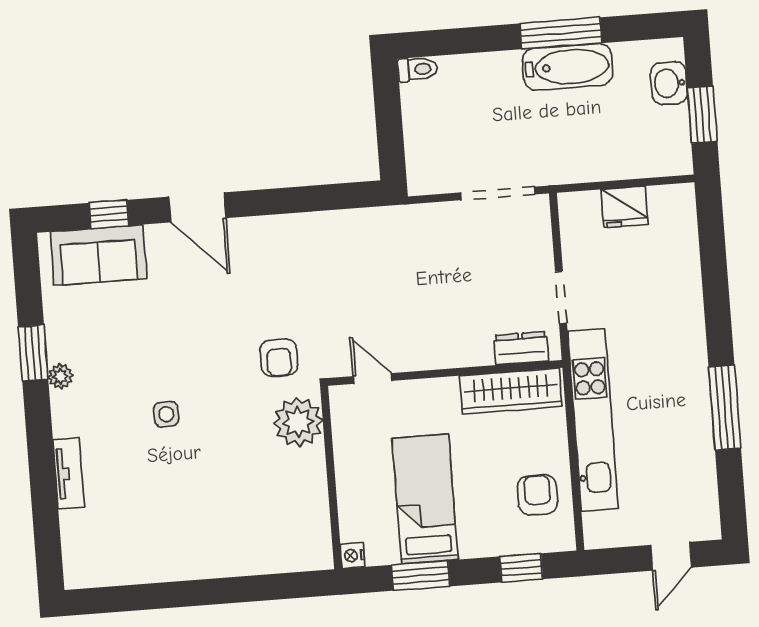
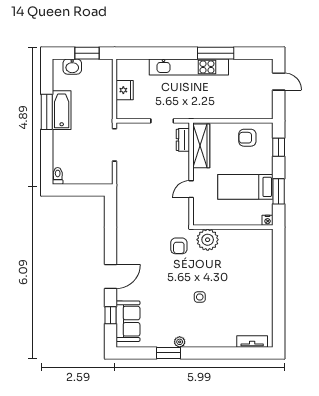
armchair: (279, 358) -> (179, 246), turned 90
door: (372, 378) -> (191, 189), moved
kitchen unit: (593, 420) -> (189, 67), moved, turned 180
tv unit: (69, 473) -> (252, 341), moved

